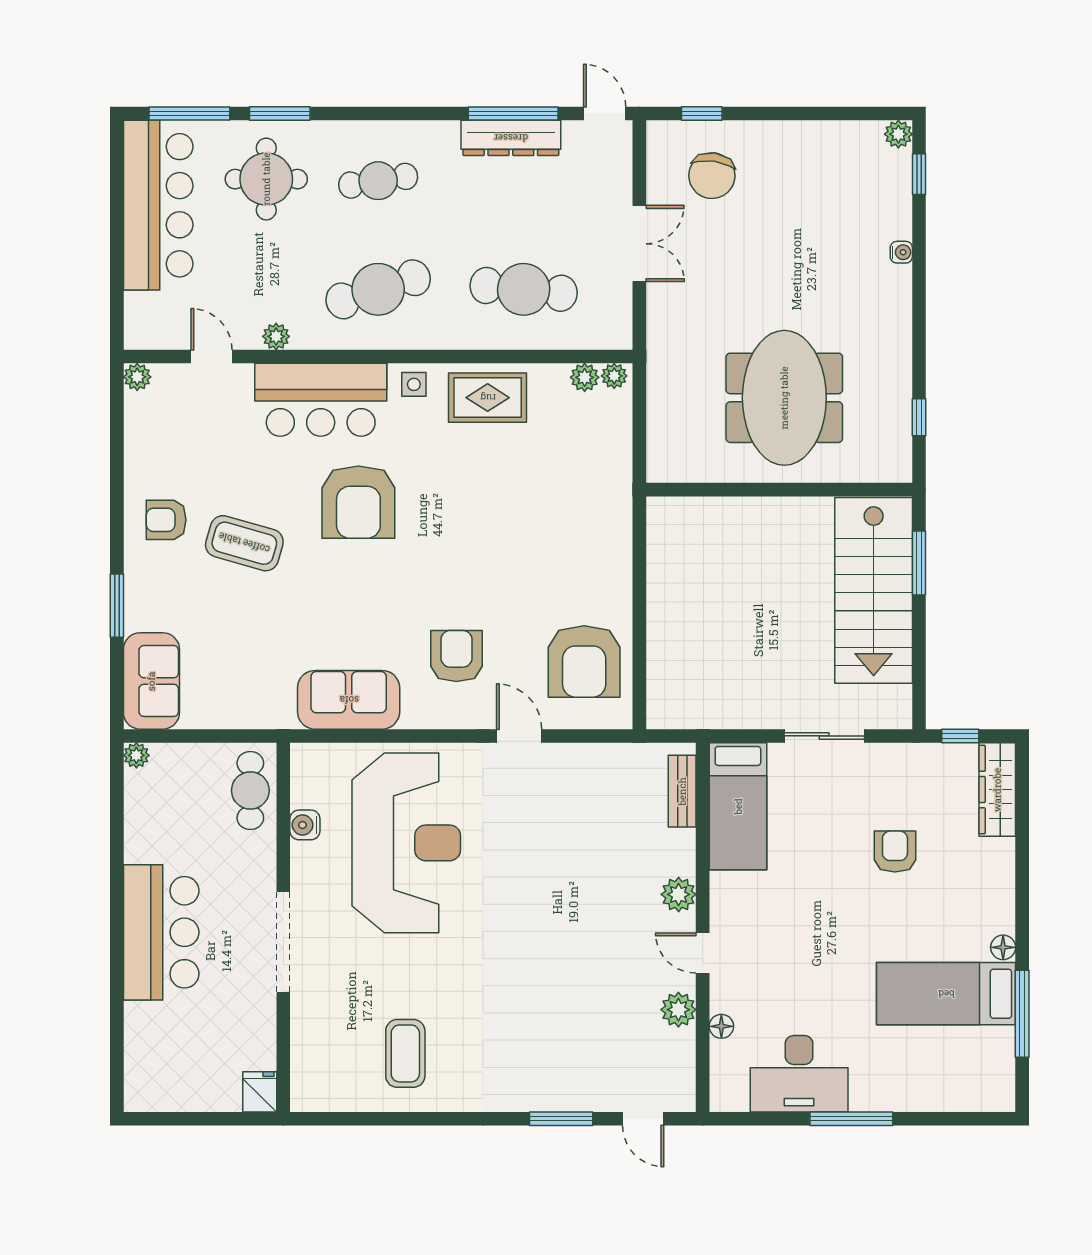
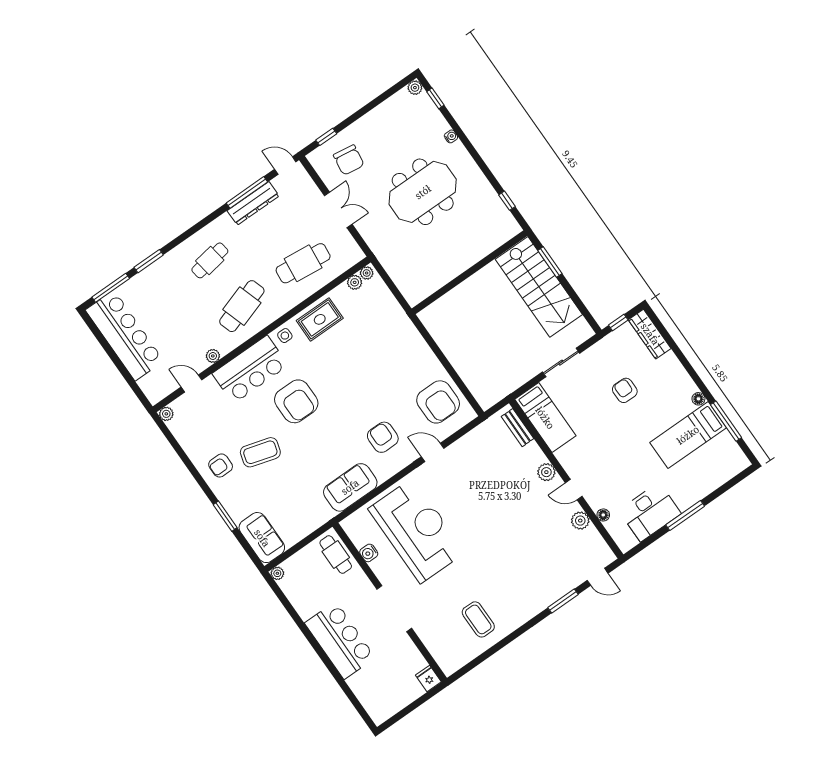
round table: (266, 179) -> (162, 293), removed
meeting table: (784, 398) -> (423, 192), moved, turned 90

